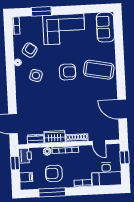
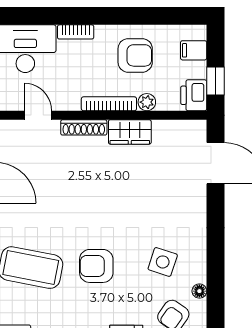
dresser: (36, 139) -> (170, 129), removed
window: (52, 192) -> (141, 16), removed

